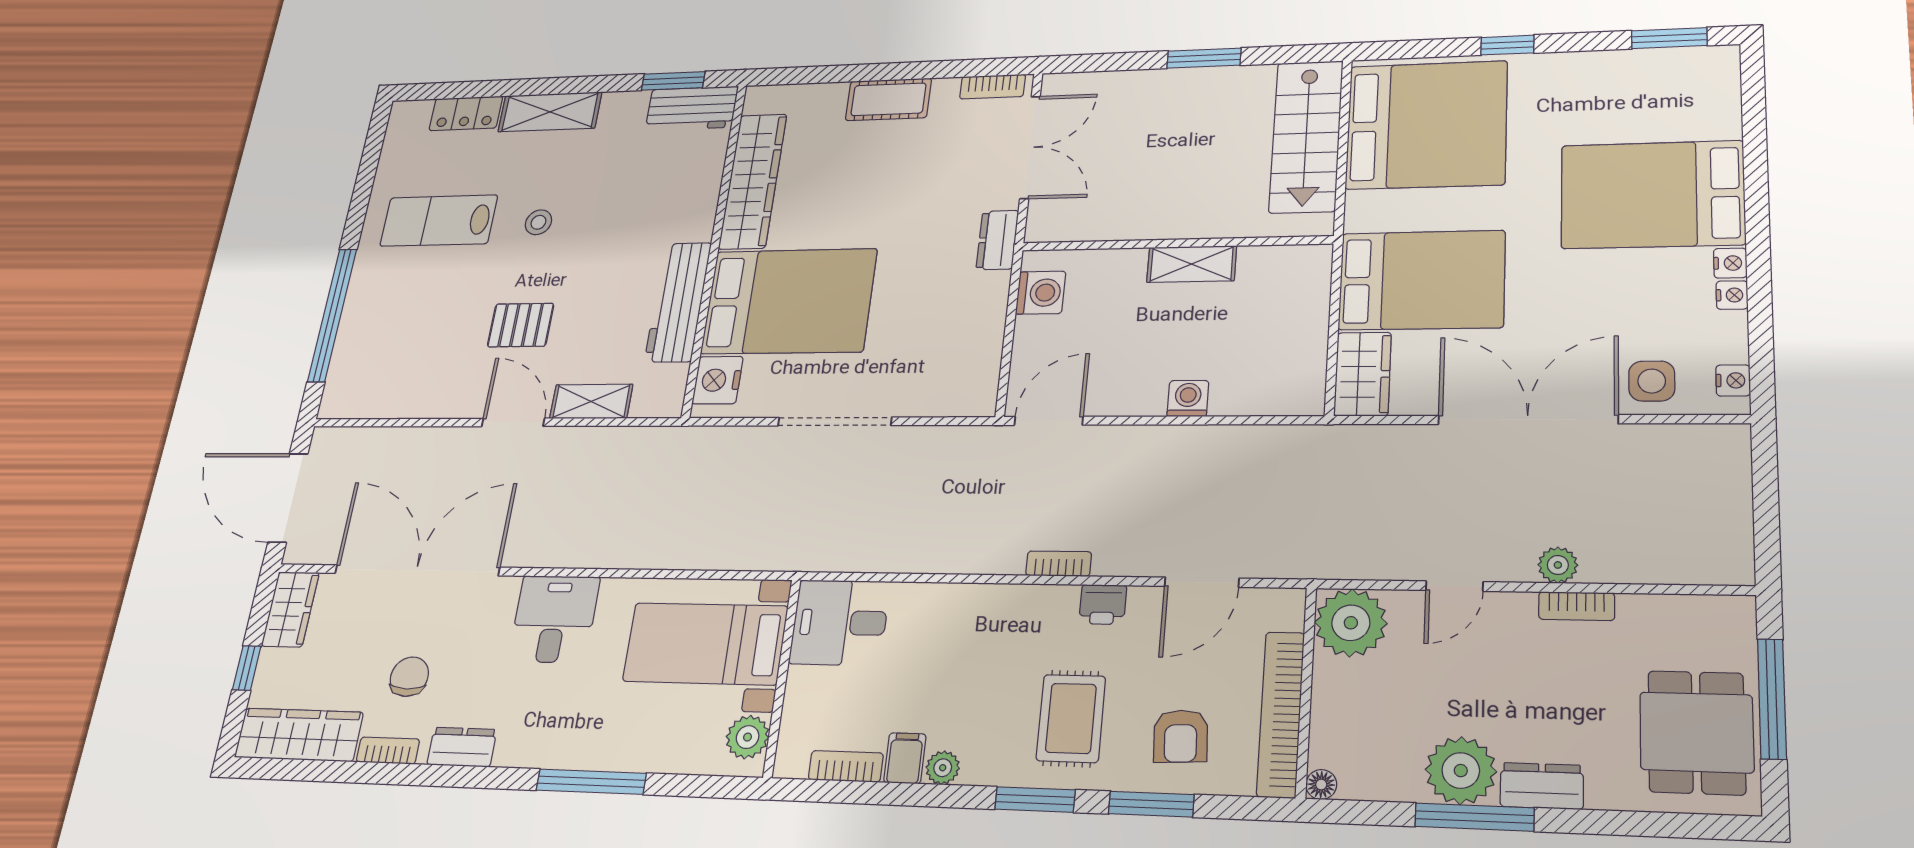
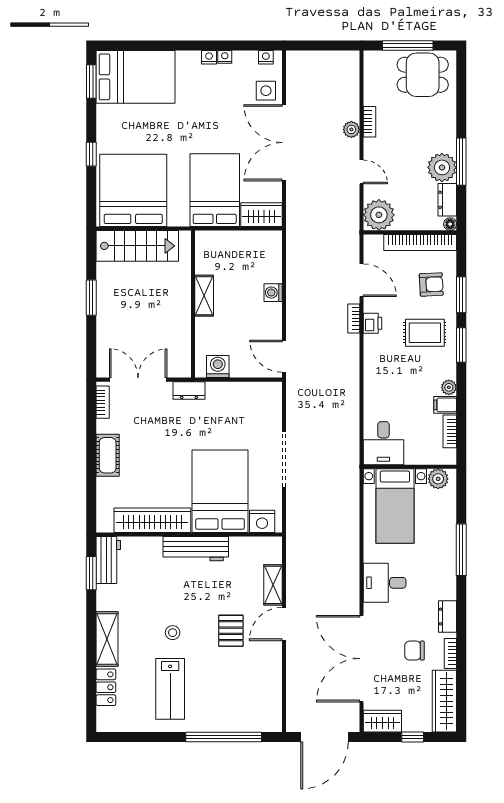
bed: (1652, 195) -> (135, 77), moved, turned -90
workbench: (678, 302) -> (196, 549), moved
bookcase: (1059, 564) -> (354, 318), moved
dresser: (1542, 786) -> (447, 200), moved

